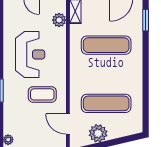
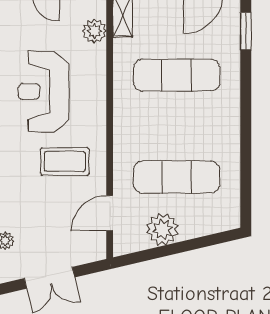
reception desk: (30, 54) -> (44, 91), turned 180
door: (68, 124) -> (110, 213), hinge flipped

